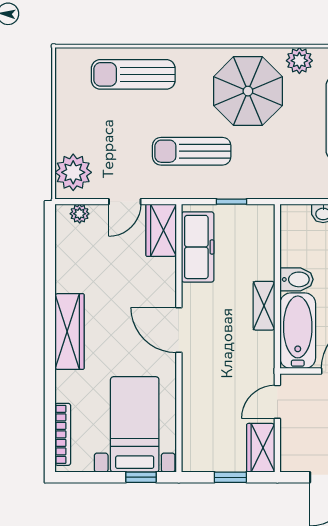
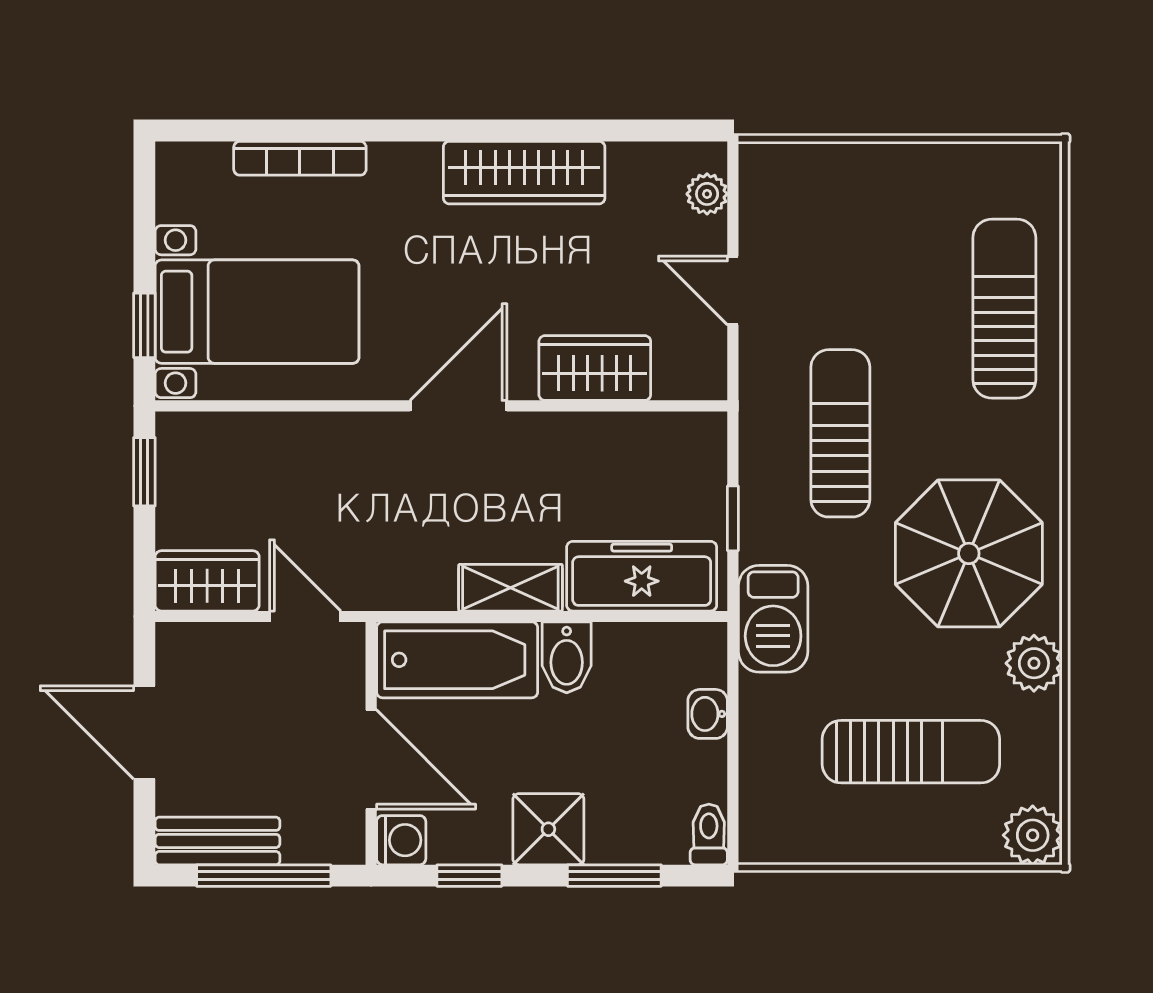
plant: (73, 172) -> (795, 180), removed
barbecue: (279, 183) -> (773, 619), added
wardrobe: (161, 230) -> (595, 368), moved
freezer: (198, 247) -> (642, 576), moved, turned 180
wardrobe: (70, 332) -> (524, 173), moved
bookcase: (63, 434) -> (300, 158), moved
window: (230, 477) -> (144, 472), moved

